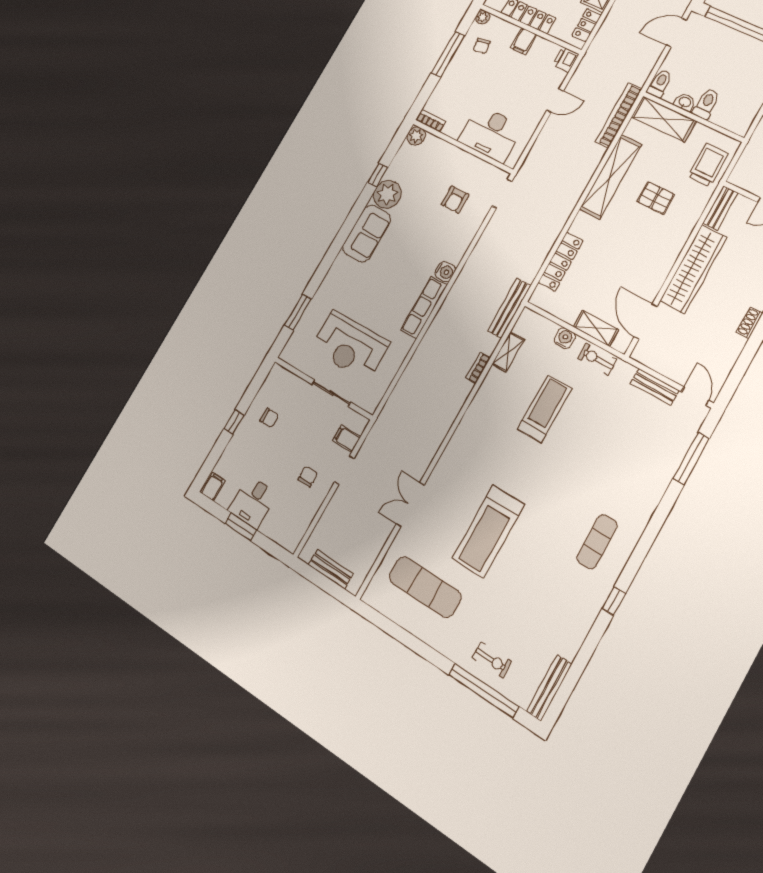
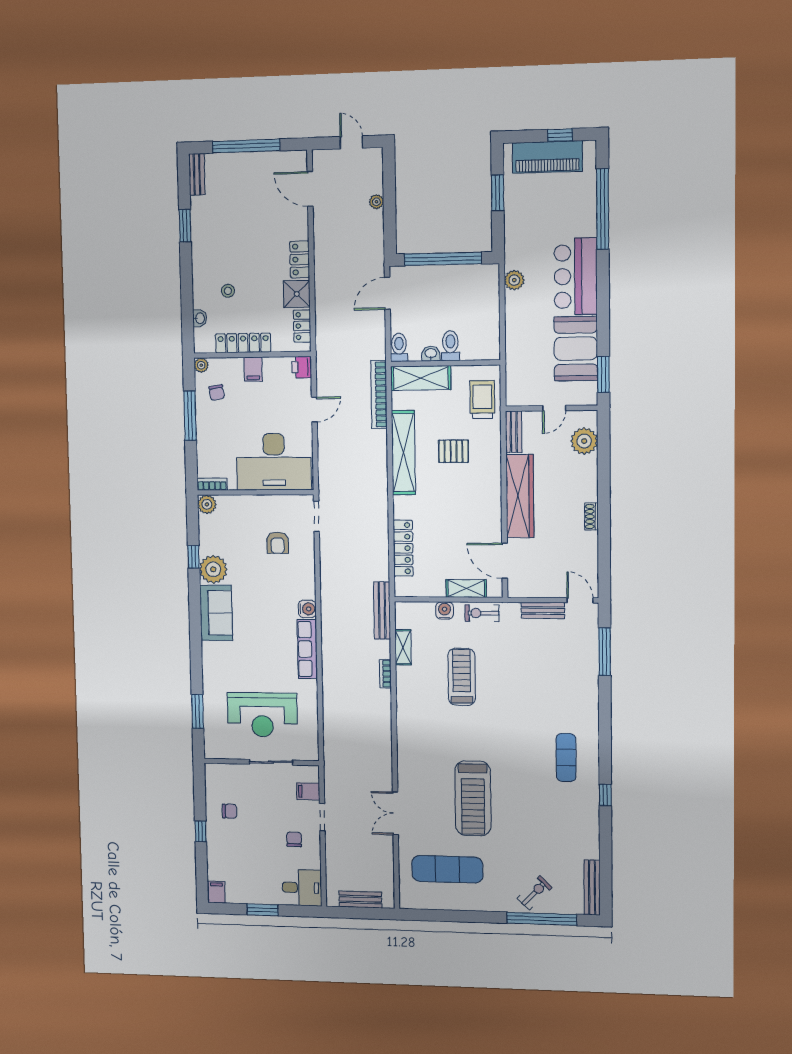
desk: (491, 134) -> (274, 462), width x1.36, depth x1.30
desk: (253, 502) -> (302, 888), moved, turned -90
exercise bike: (492, 660) -> (535, 893), turned -46

